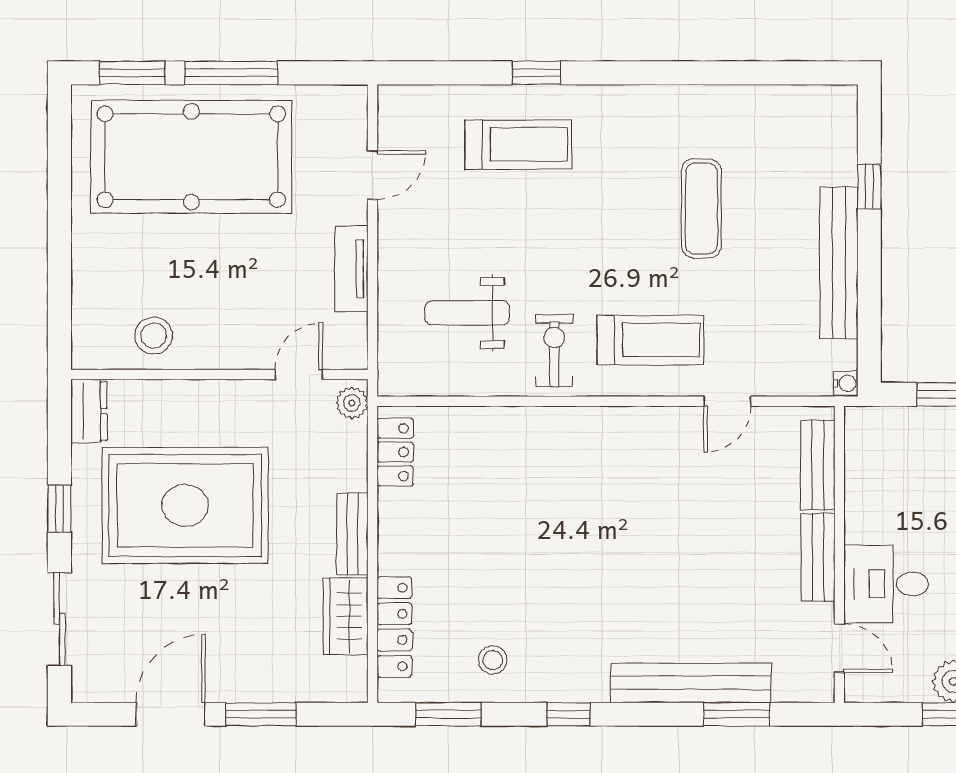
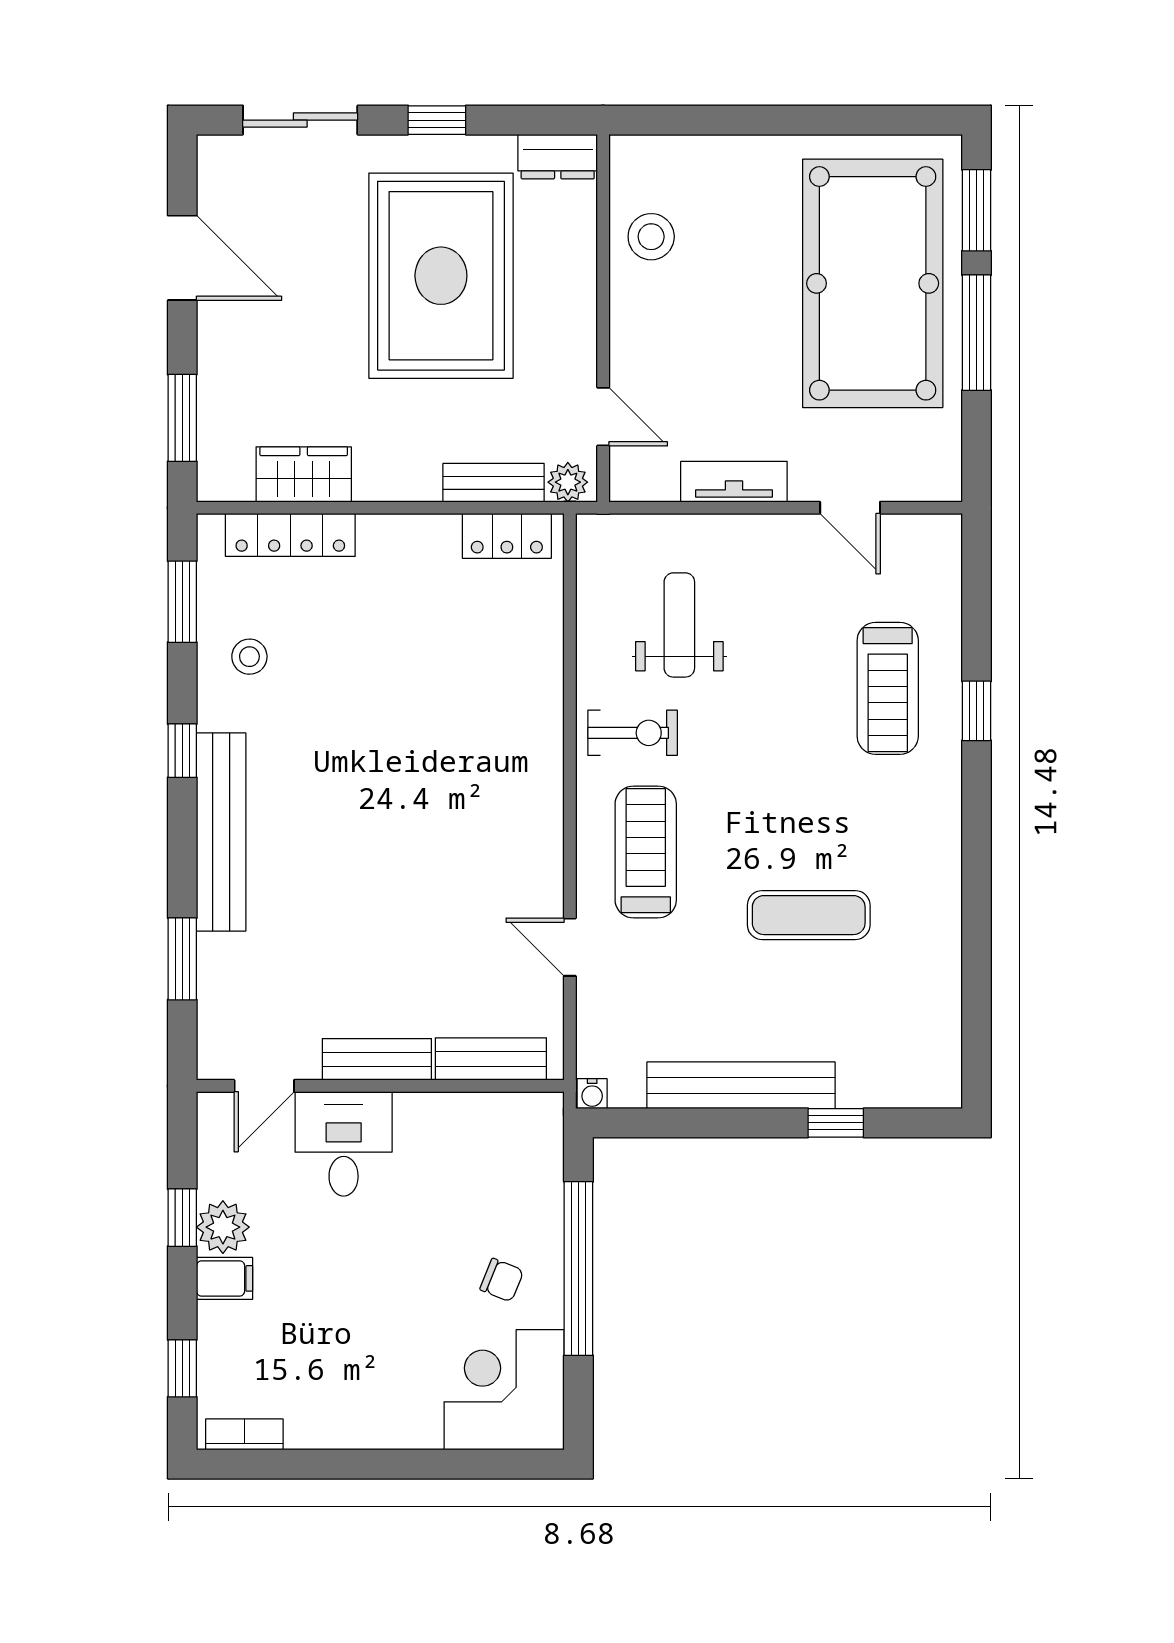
treadmill: (650, 340) -> (646, 852), turned 180
bench: (352, 534) -> (494, 483), moved
bench: (691, 683) -> (221, 832), moved
window: (261, 714) -> (182, 418), moved

